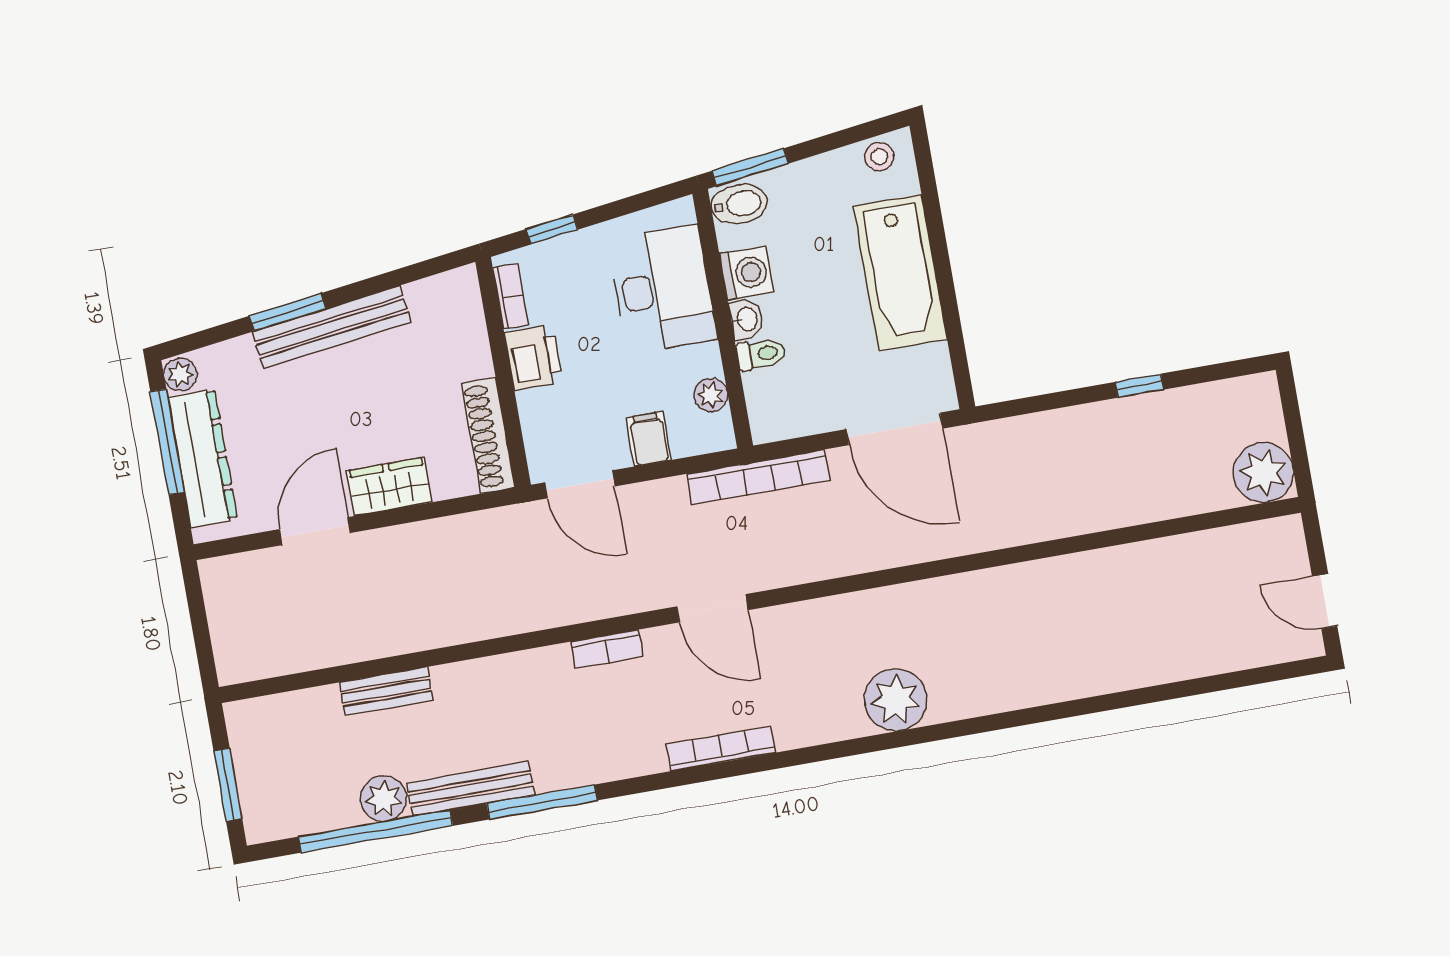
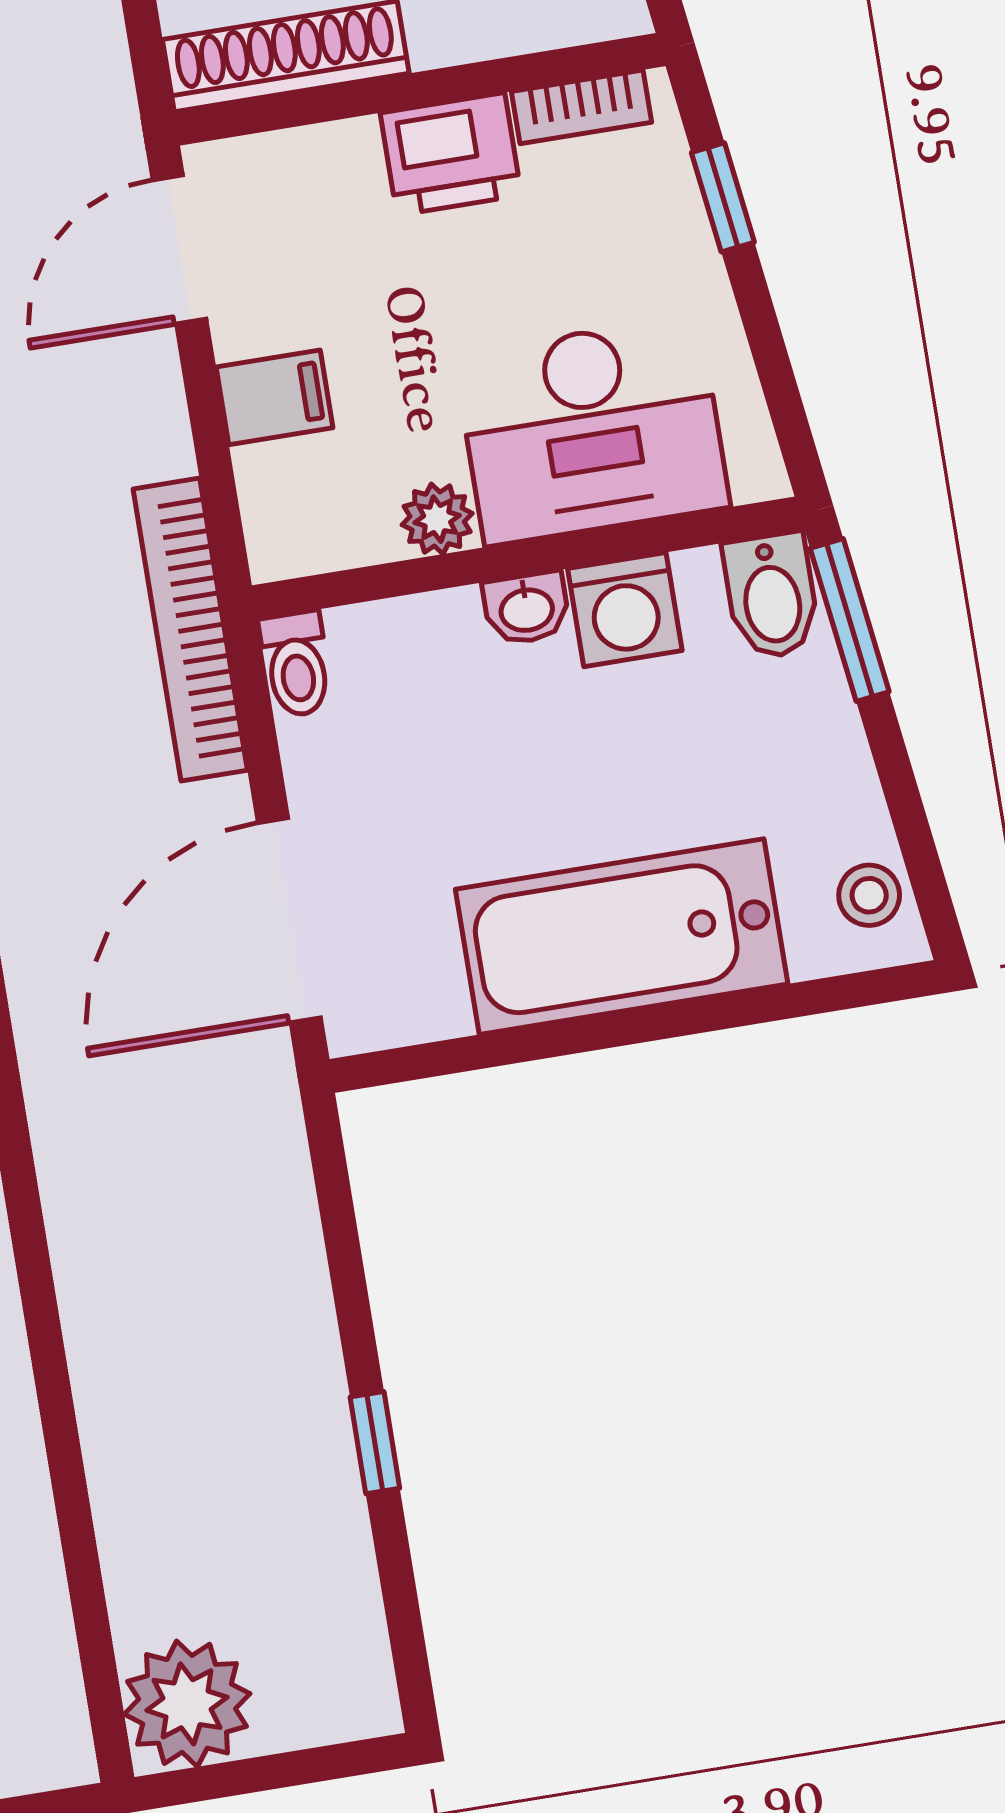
toilet: (761, 354) -> (296, 664), moved
plant: (711, 395) -> (437, 519), moved

